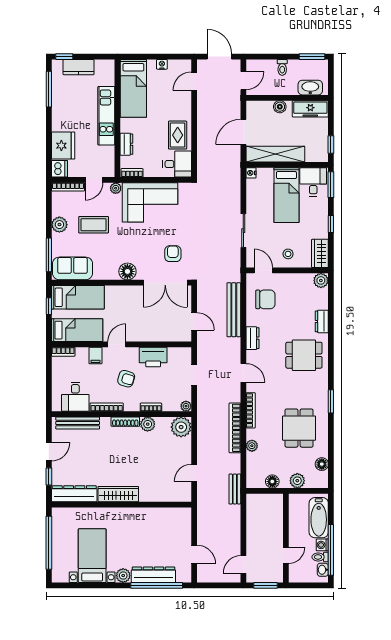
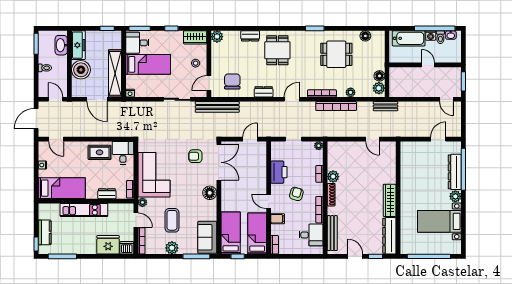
boiler: (280, 107) -> (81, 70), width x1.86, depth x1.86
bench: (234, 310) -> (217, 107), moved
plant: (181, 427) -> (335, 150), removed
plant: (297, 481) -> (379, 88), moved
door: (286, 555) -> (428, 65), moved

